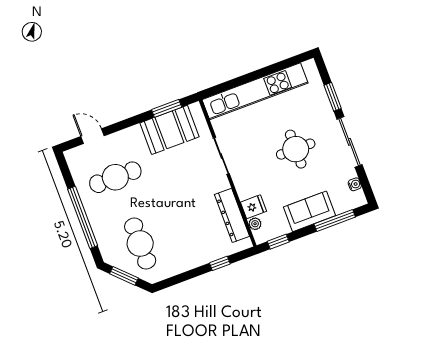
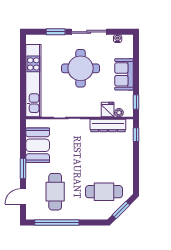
window: (167, 108) -> (23, 169), moved
round table: (296, 149) -> (81, 68), width x1.36, depth x1.36
window: (83, 217) -> (57, 223), moved
window: (335, 220) -> (136, 60), removed
window: (220, 263) -> (136, 135), moved

